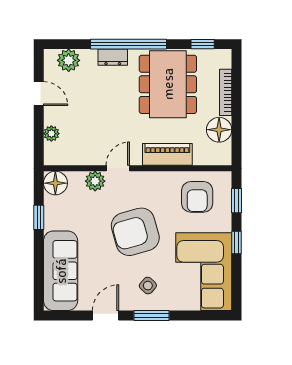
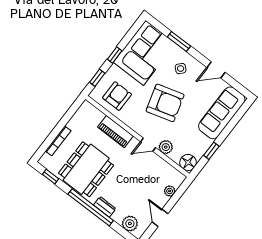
floor lamp: (219, 130) -> (77, 123), removed
window: (151, 316) -> (179, 41), moved

